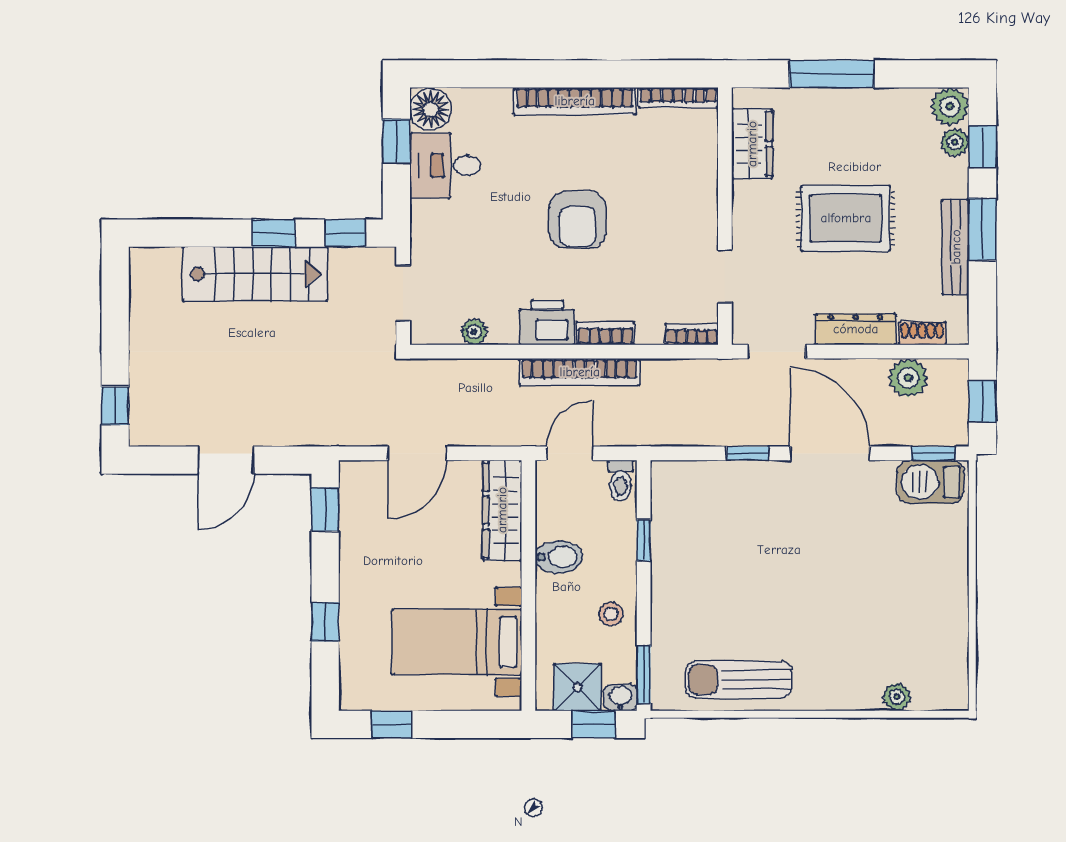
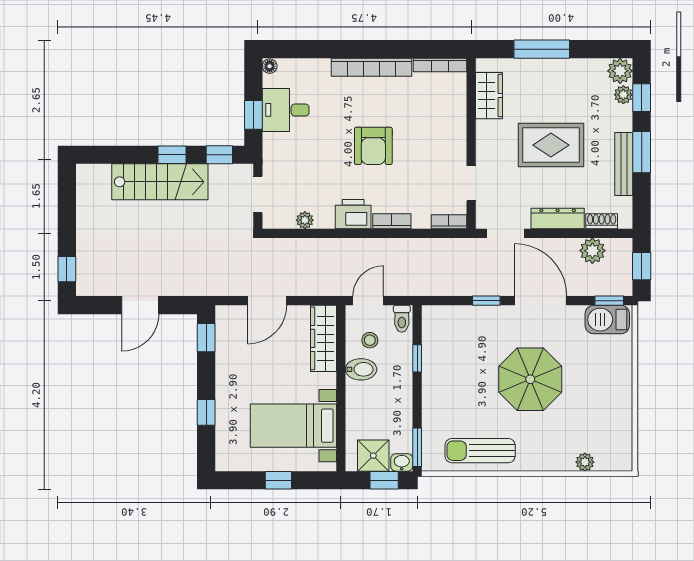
floor lamp: (431, 109) -> (270, 66), width x0.53, depth x0.53
window: (396, 141) -> (253, 115), moved
bookcase: (580, 372) -> (375, 247), removed
parasol: (814, 572) -> (530, 379), added
stool: (611, 614) -> (370, 340), moved
window: (391, 724) -> (278, 480), moved

